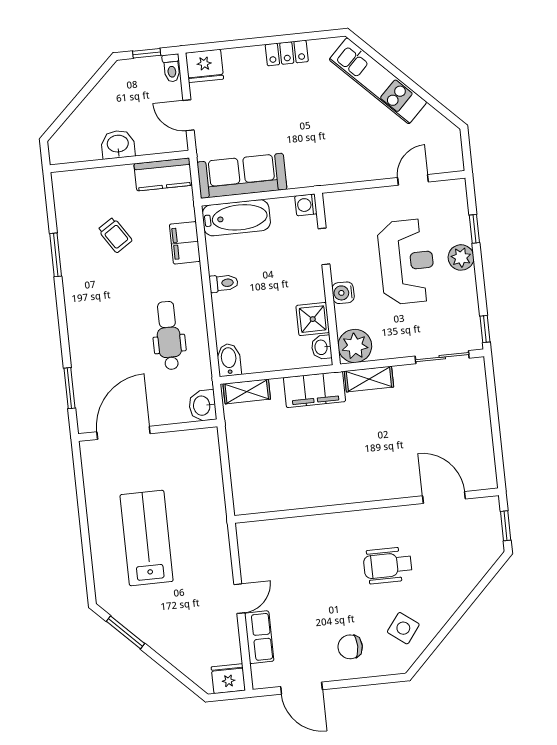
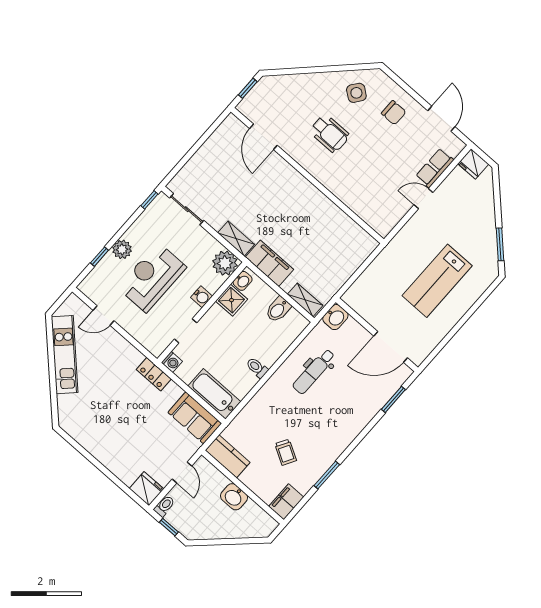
locker: (287, 53) -> (154, 374), moved, turned 180
kitchen unit: (378, 81) -> (65, 355), moved
sofa: (242, 176) -> (195, 418), width x0.73
trolley: (115, 235) -> (286, 452), turned 153
filing cabinet: (185, 243) -> (286, 502), moved, turned 180
bidet: (229, 360) -> (278, 309), moved

